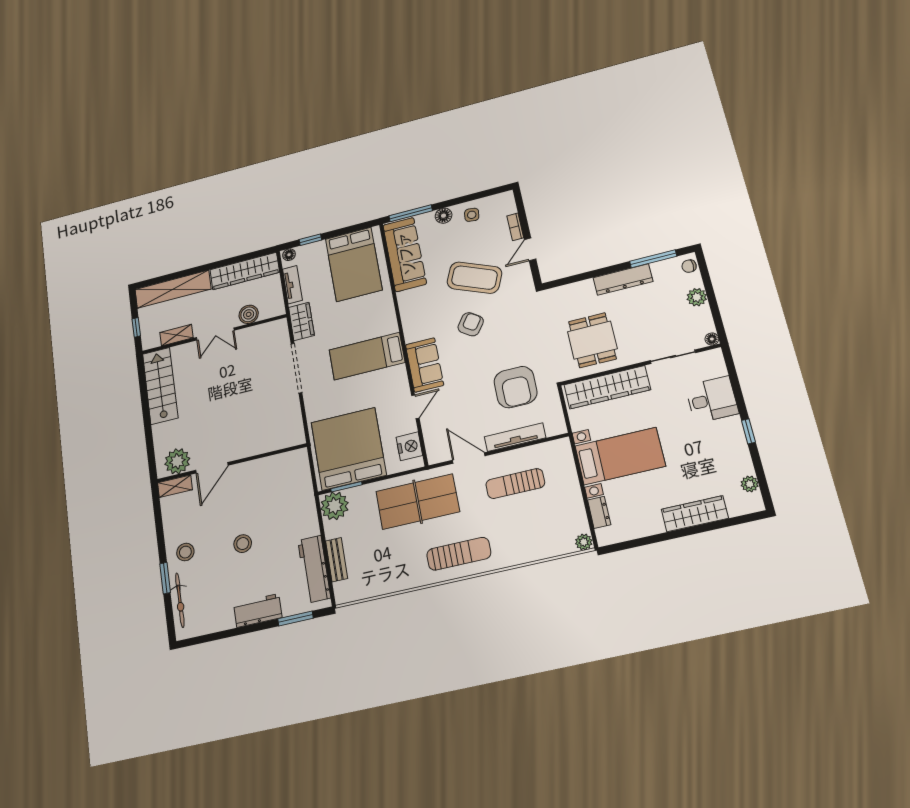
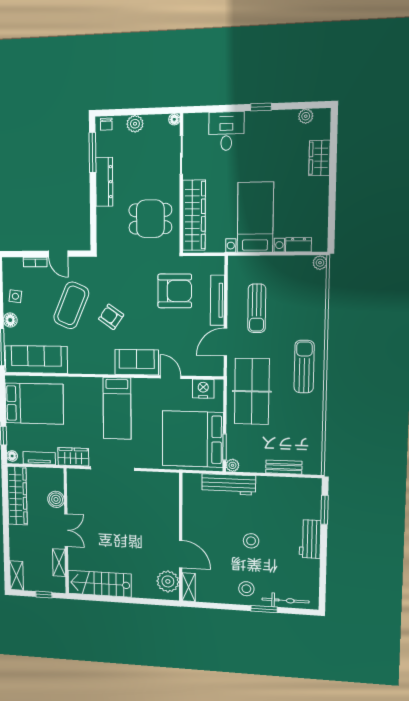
shelving: (173, 289) -> (16, 575), width x0.45, depth x0.75
plant: (334, 506) -> (232, 465), width x0.53, depth x0.53
wardrobe: (695, 514) -> (320, 158), width x0.67
workbench: (314, 569) -> (229, 484), moved

